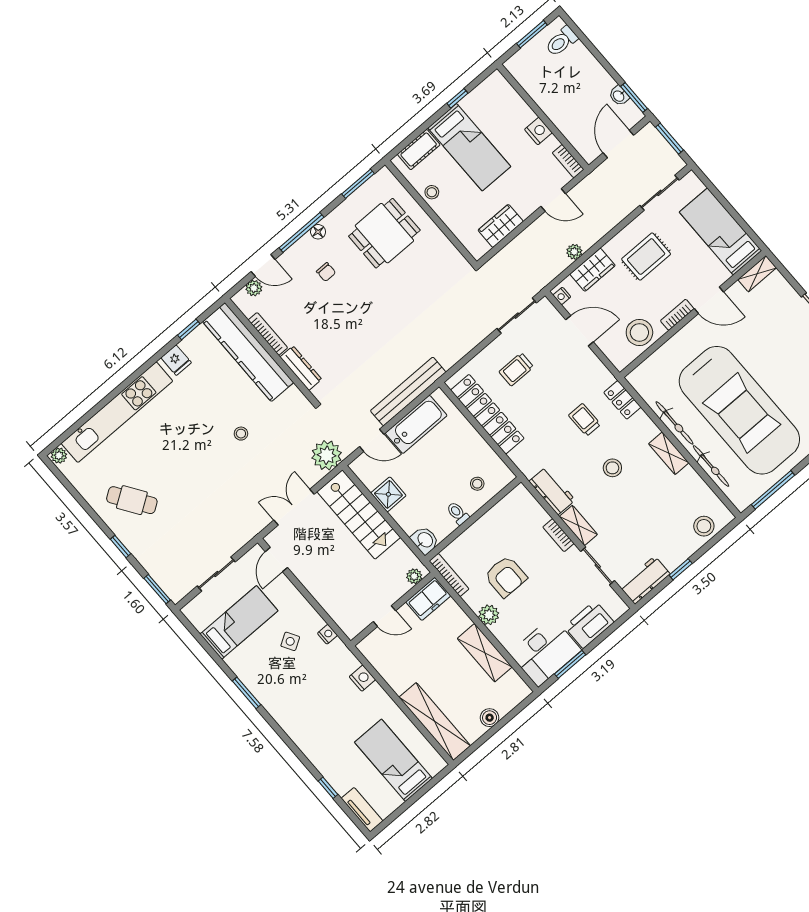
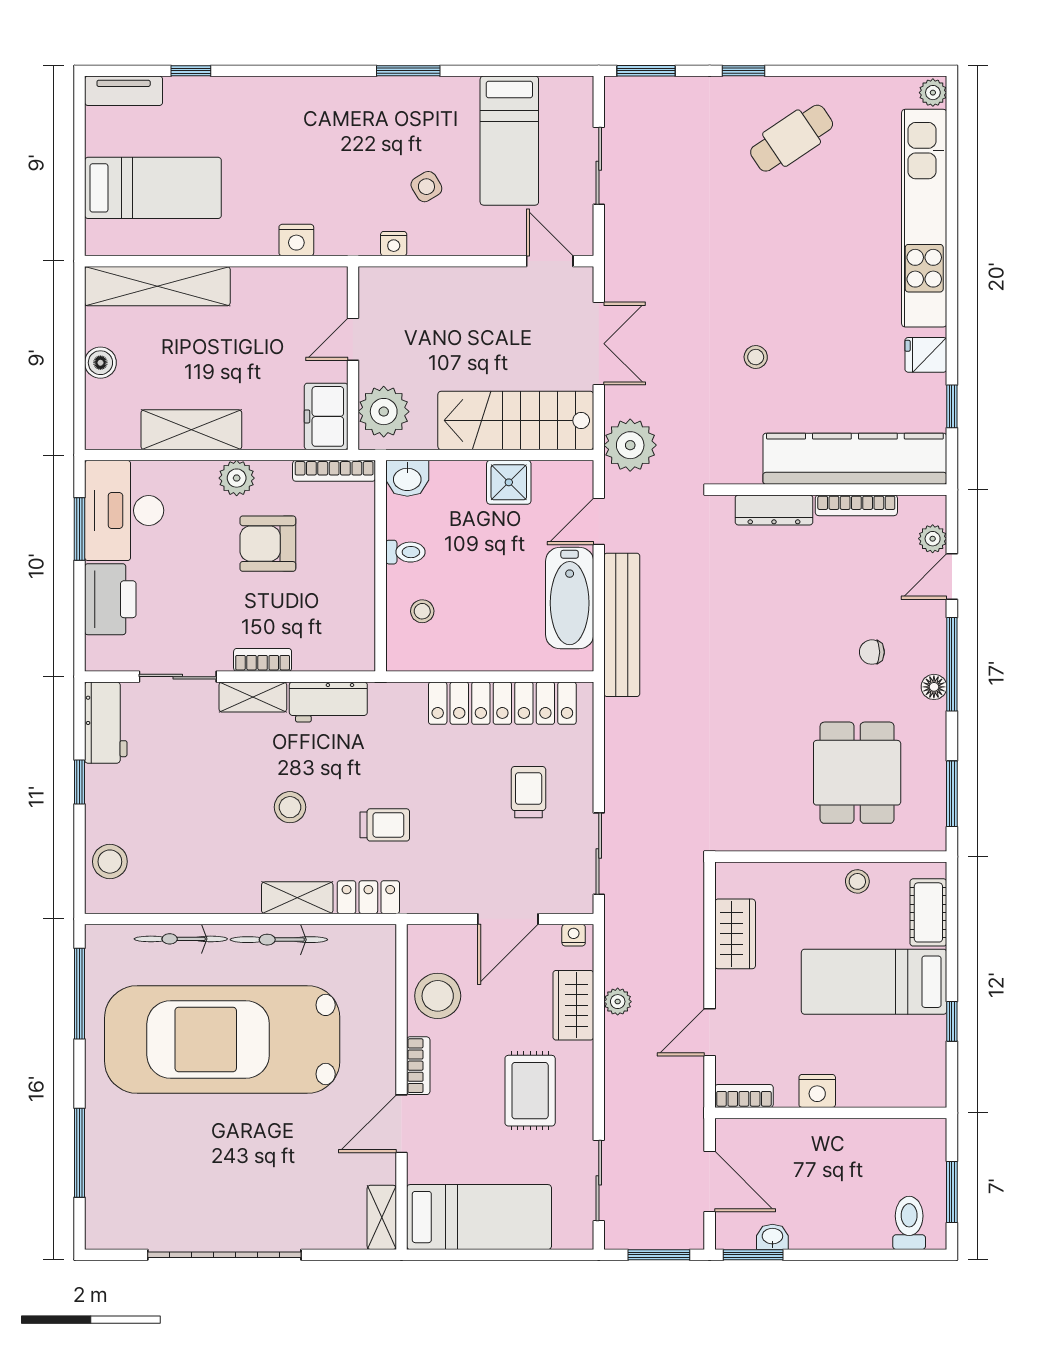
shelving: (669, 453) -> (297, 898), moved
plant: (414, 576) -> (384, 412), width x1.88, depth x1.88

